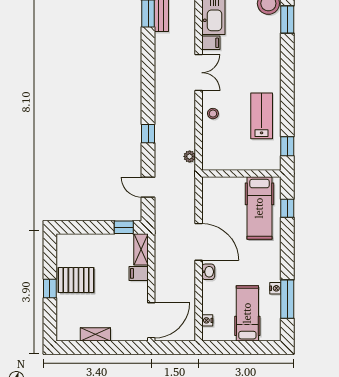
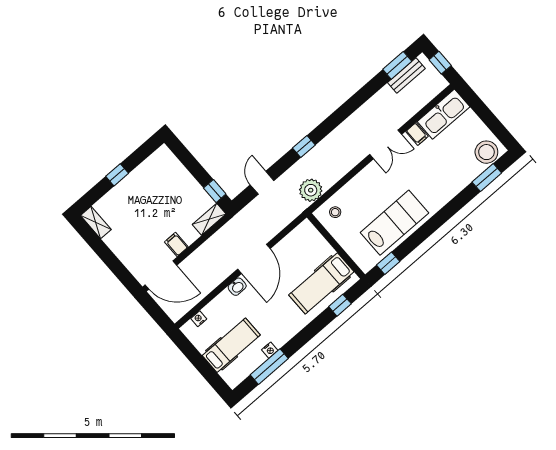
stool: (213, 114) -> (335, 212), moved
lab bench: (262, 116) -> (394, 223), width x1.36, depth x1.39
plant: (190, 156) -> (311, 190), width x1.88, depth x1.88
filing cabinet: (139, 273) -> (176, 244), moved
pallet: (76, 280) -> (141, 189), removed
shelving: (95, 334) -> (96, 223), moved

